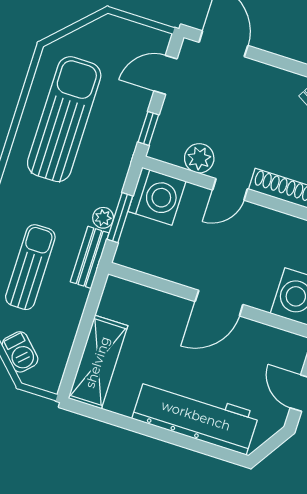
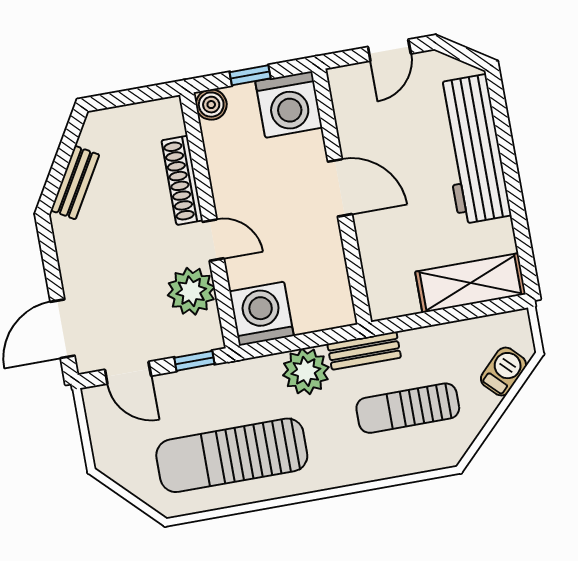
plant: (199, 158) -> (191, 291), width x1.36, depth x1.36
plant: (103, 218) -> (306, 371), width x1.88, depth x1.88
window: (120, 218) -> (305, 341), removed

